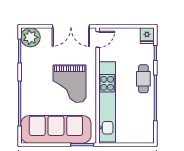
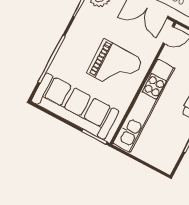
grand piano: (70, 84) -> (115, 66), turned -90

